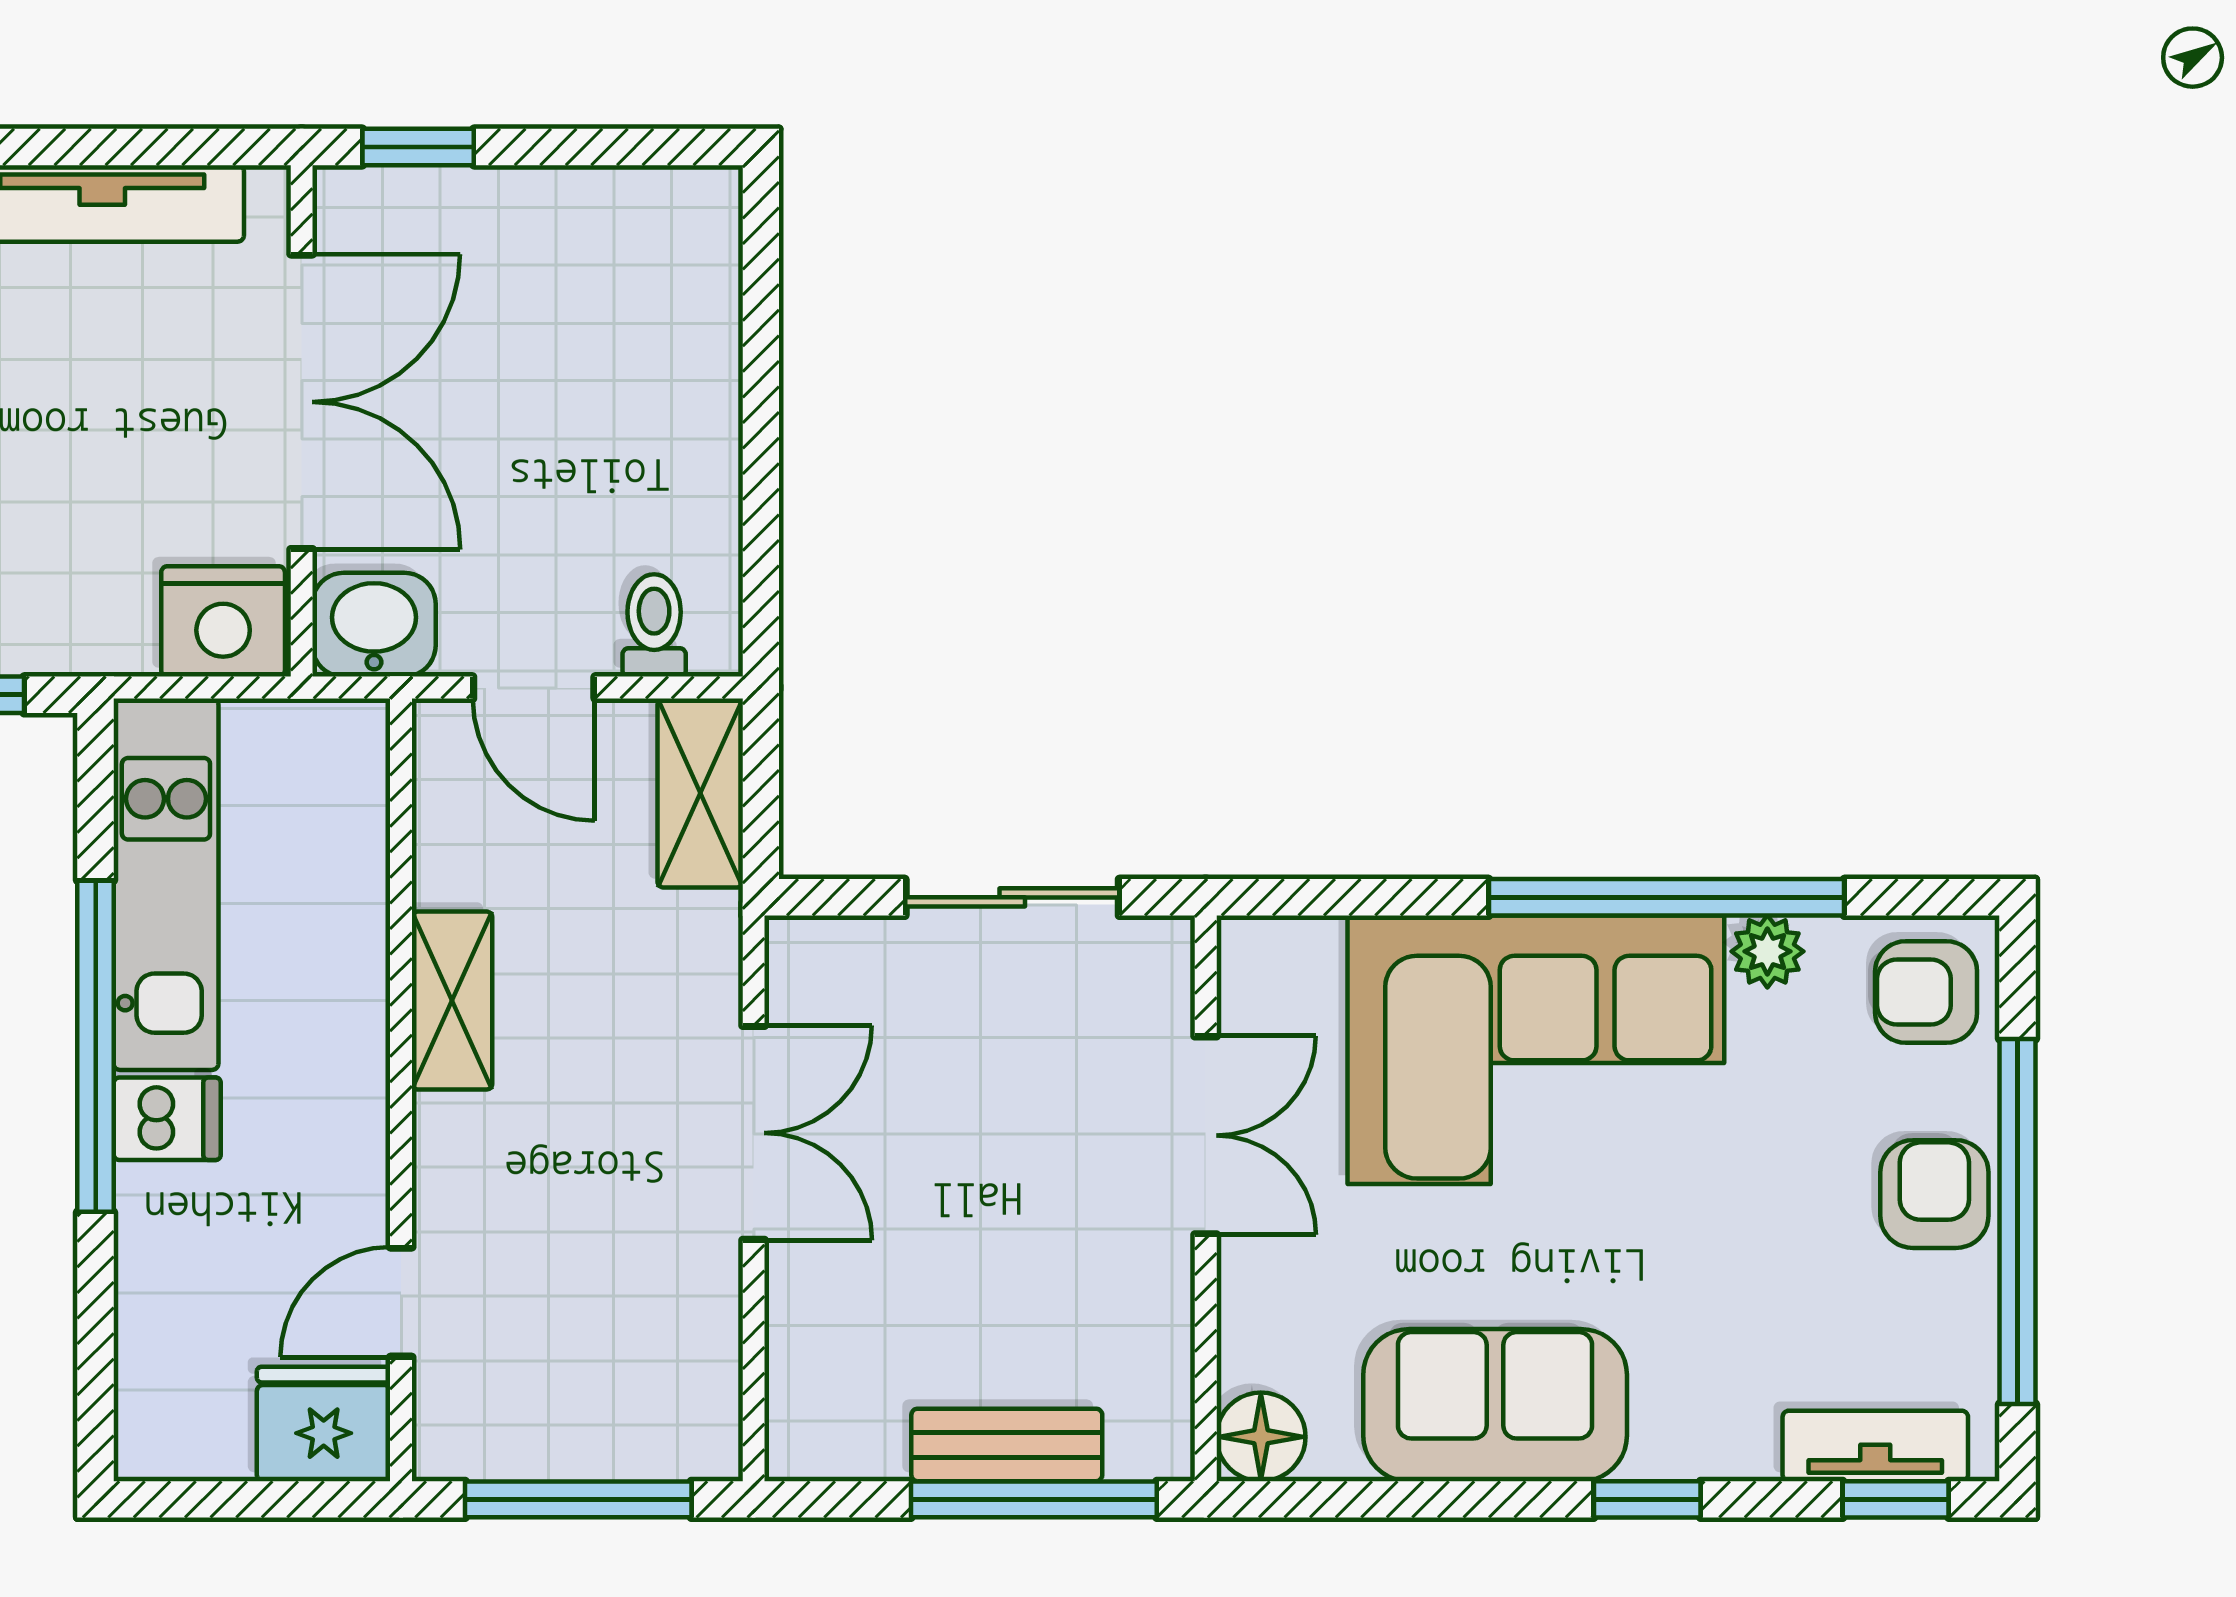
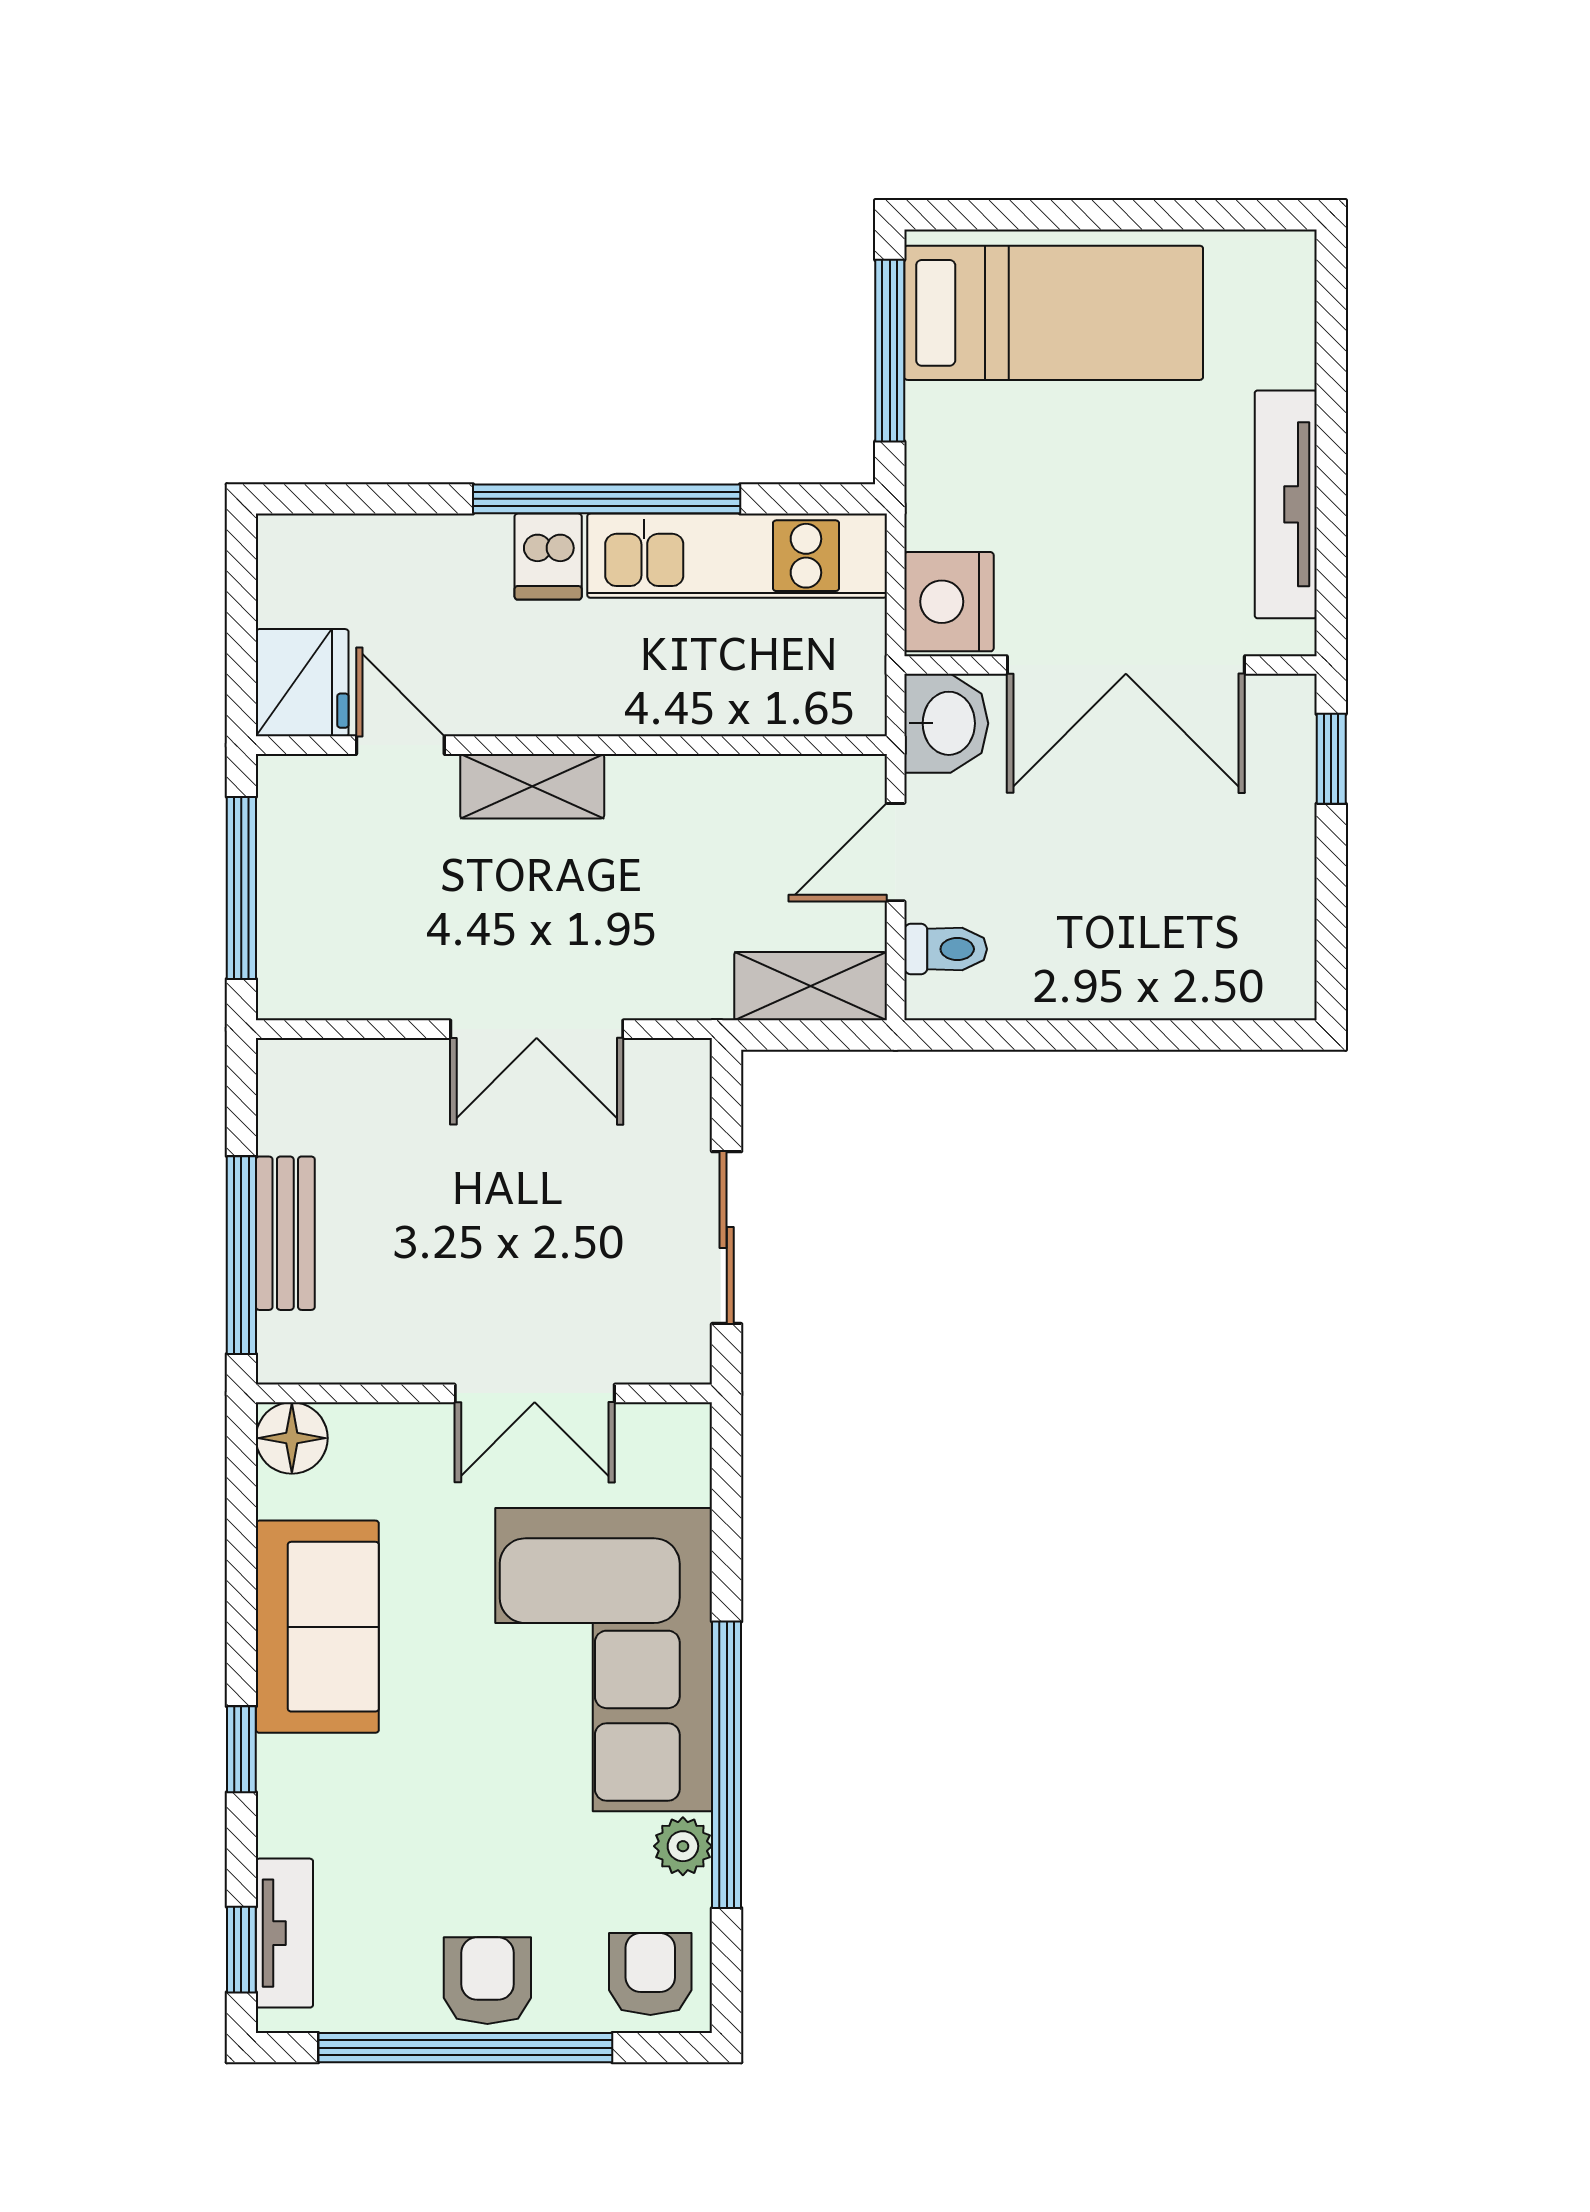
shelving: (452, 1001) -> (532, 786), moved
armchair: (1934, 1194) -> (487, 1981), turned -90

